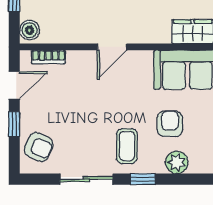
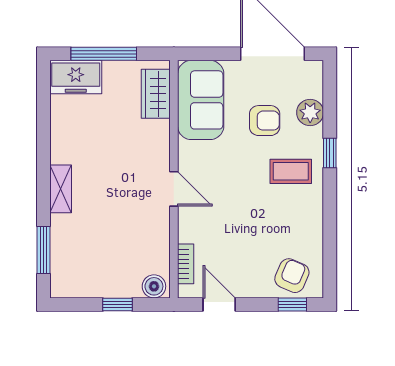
window: (14, 124) -> (292, 304), moved
armchair: (170, 124) -> (265, 121), turned 180
sliding door: (86, 179) -> (330, 219), removed

